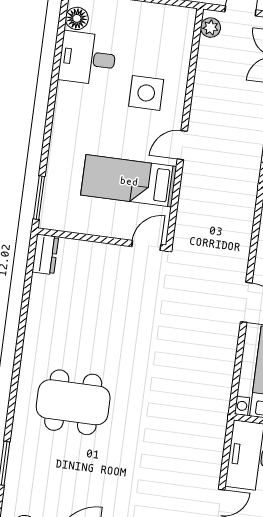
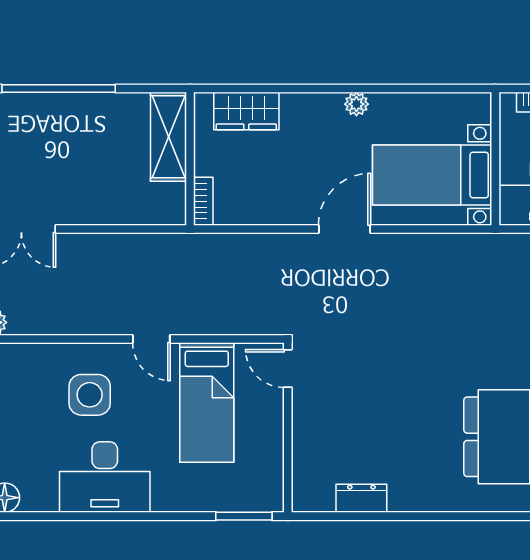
desk: (87, 58) -> (105, 477), moved, width x1.37
dresser: (45, 254) -> (361, 498), moved

